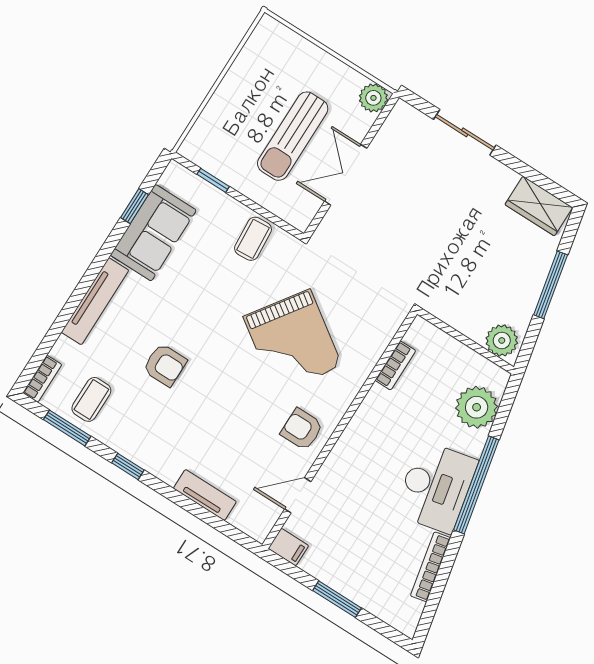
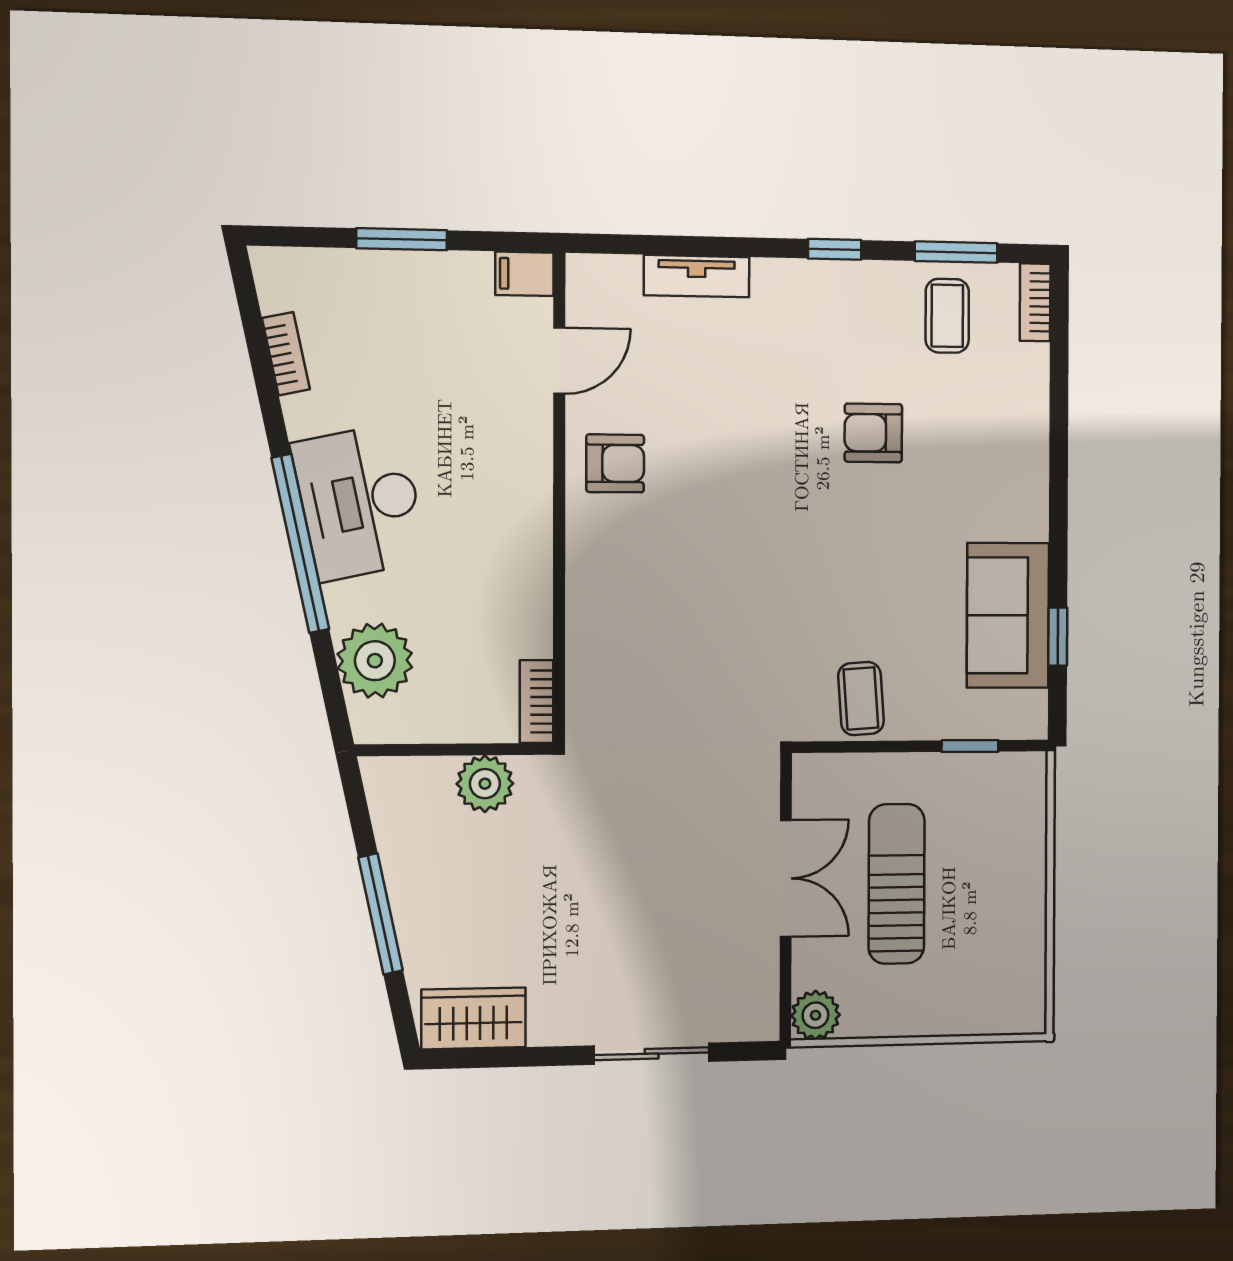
tv unit: (95, 301) -> (1029, 463), removed
plant: (502, 340) -> (485, 784), moved
grand piano: (293, 341) -> (710, 585), removed
bookcase: (395, 365) -> (536, 702), moved
bookcase: (431, 567) -> (286, 354), width x0.64

